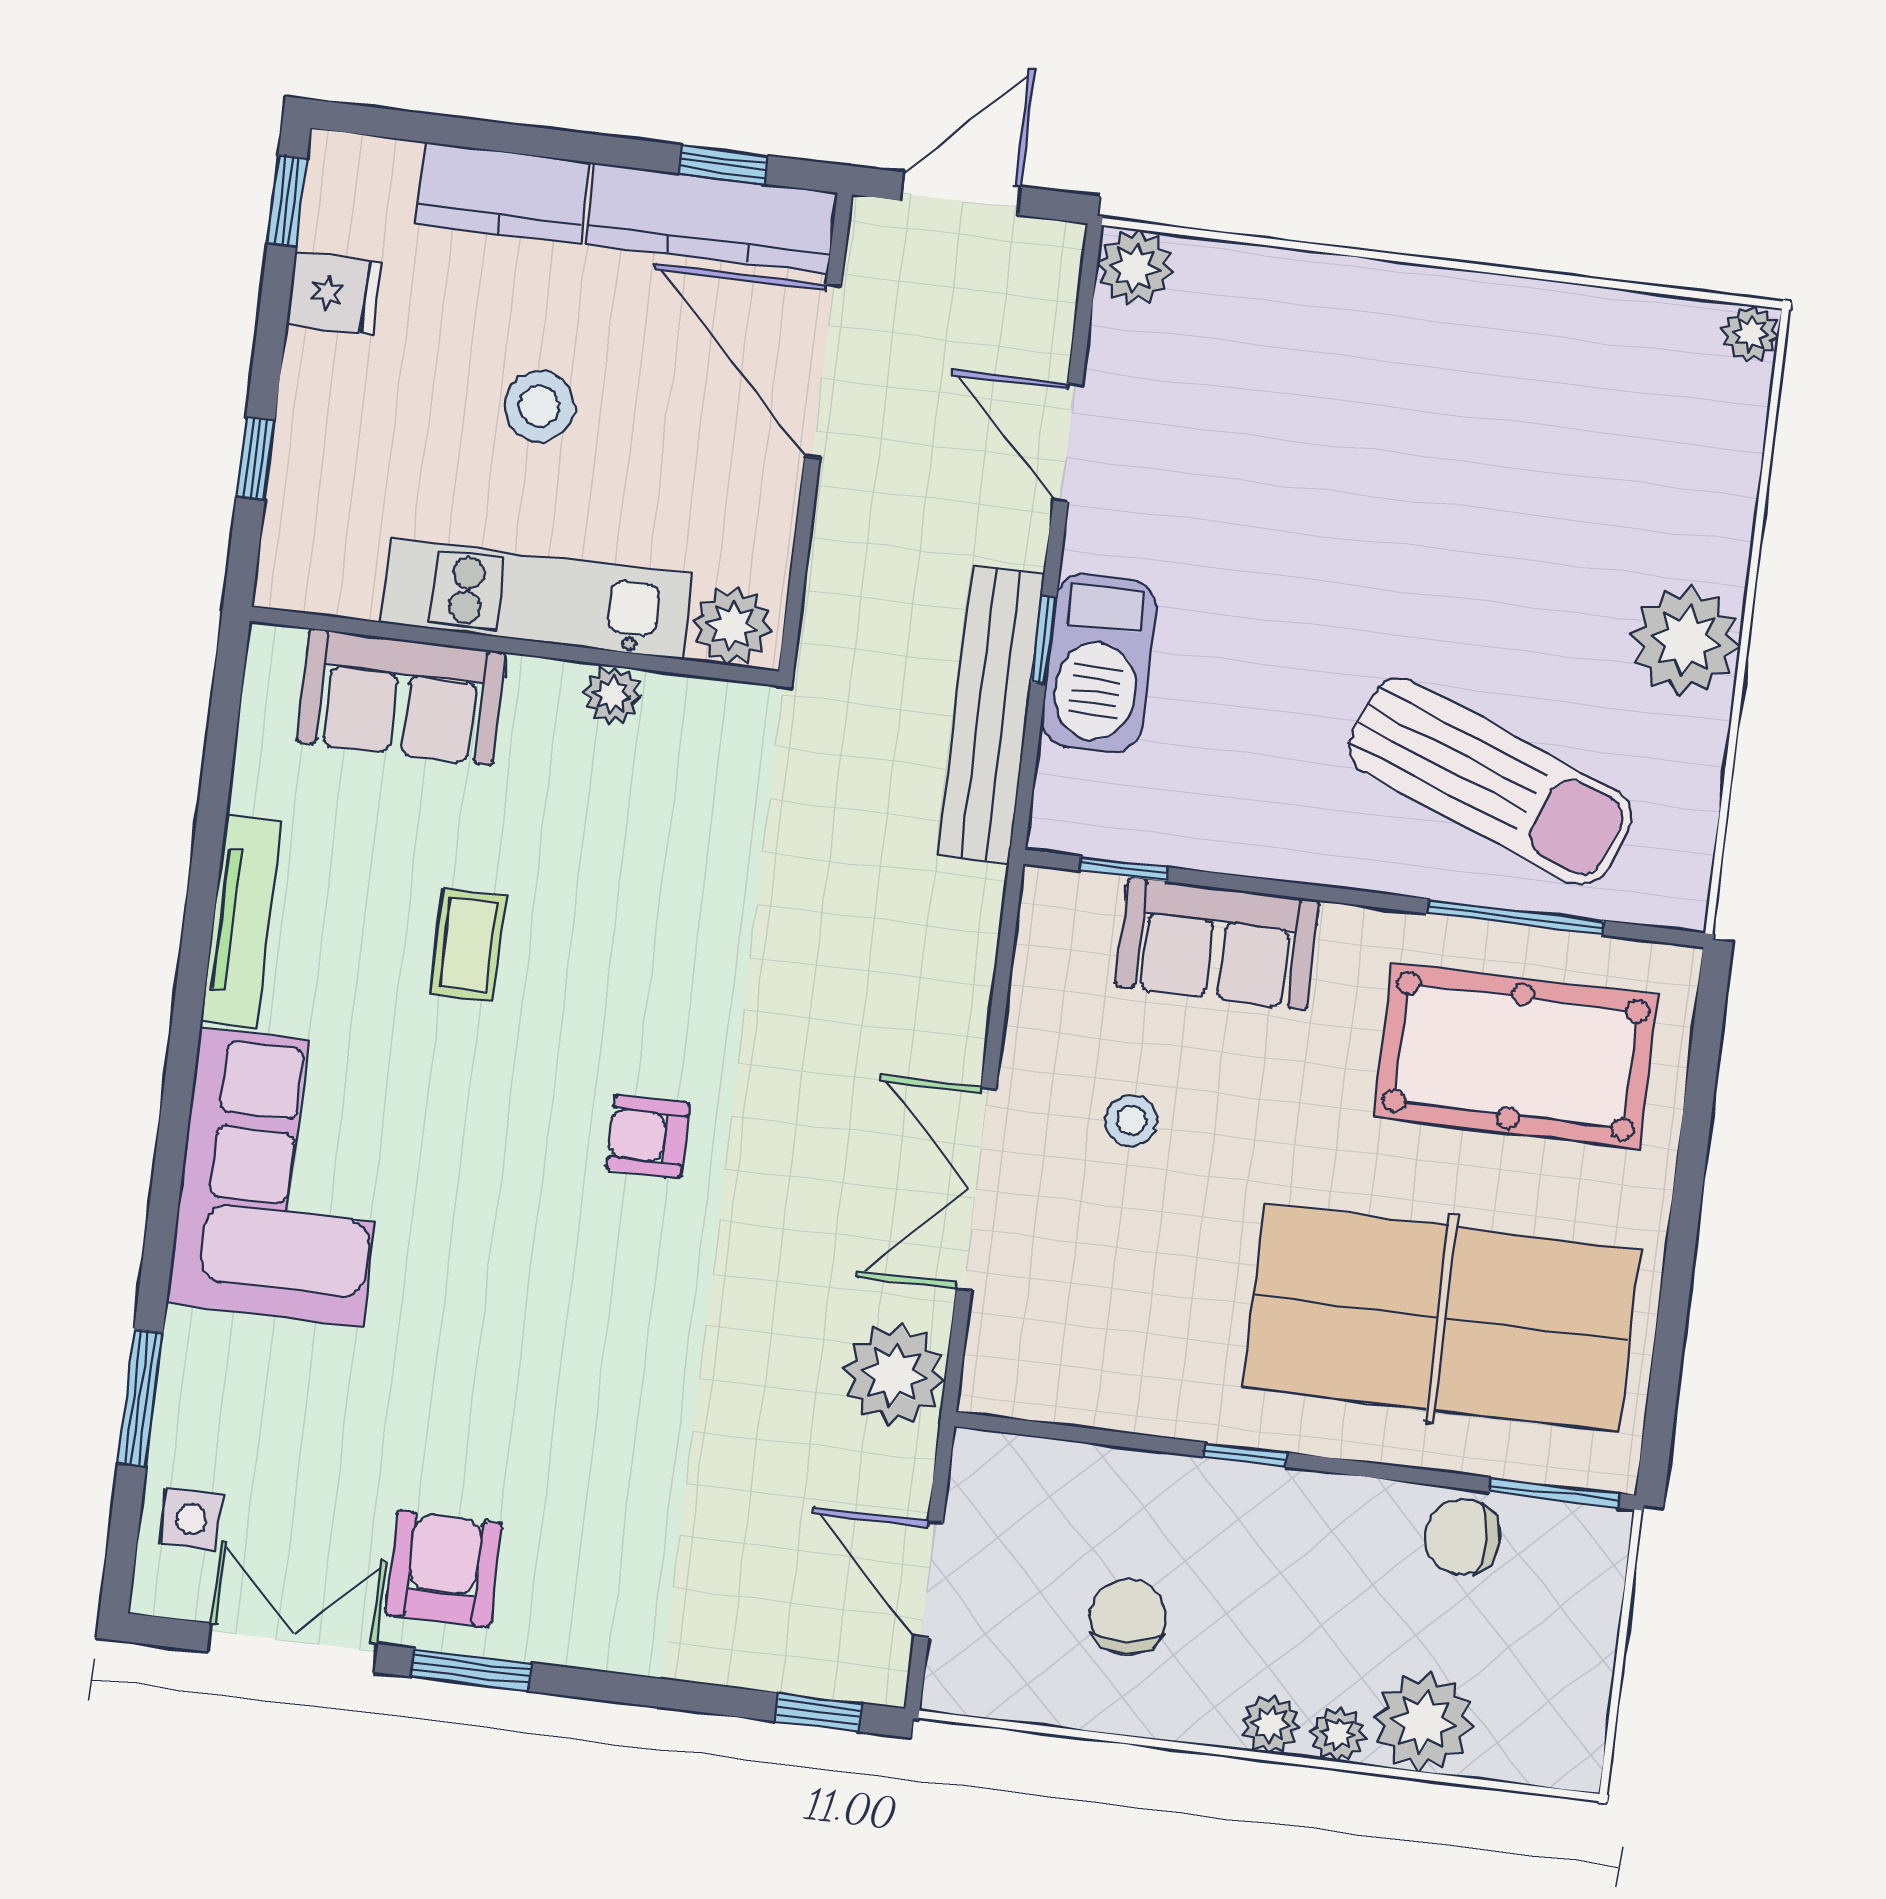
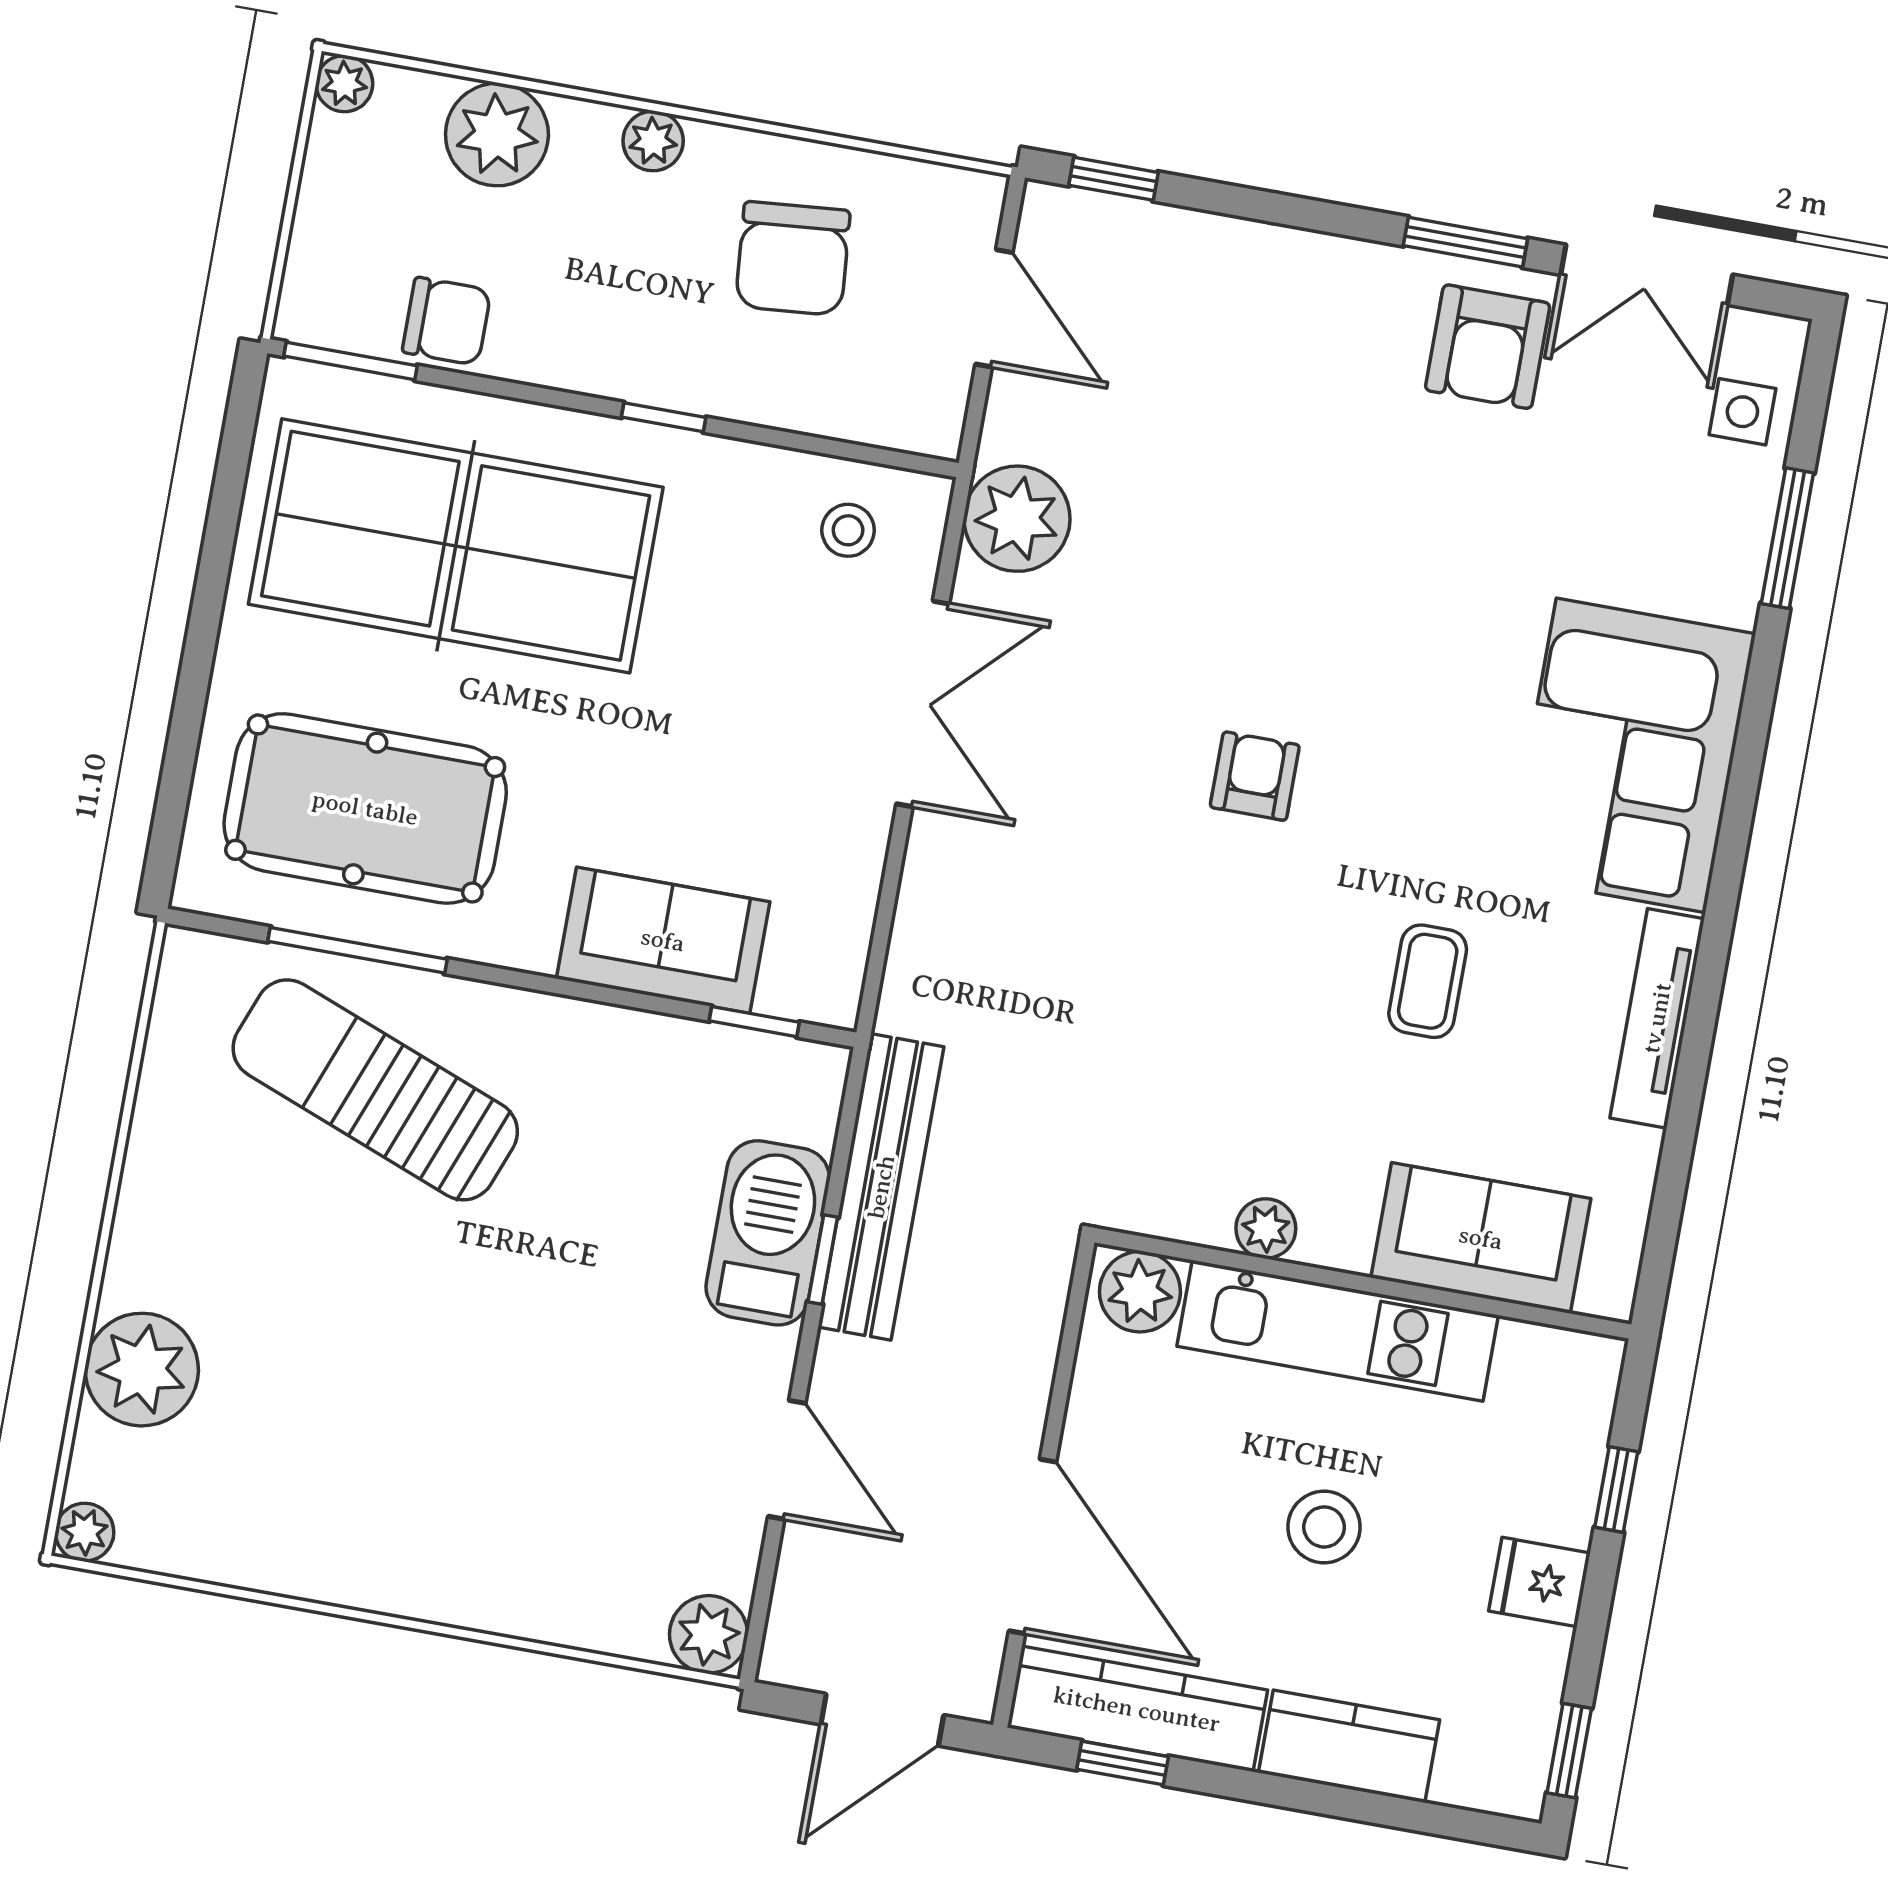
fridge: (334, 294) -> (1540, 1582), moved
plant: (1685, 641) -> (142, 1370), moved
stool: (1131, 1121) -> (848, 530), moved
armchair: (648, 1136) -> (1255, 776), turned -90
chair: (1128, 1617) -> (793, 258), width x1.37, depth x1.37
plant: (1338, 1734) -> (344, 84), moved

